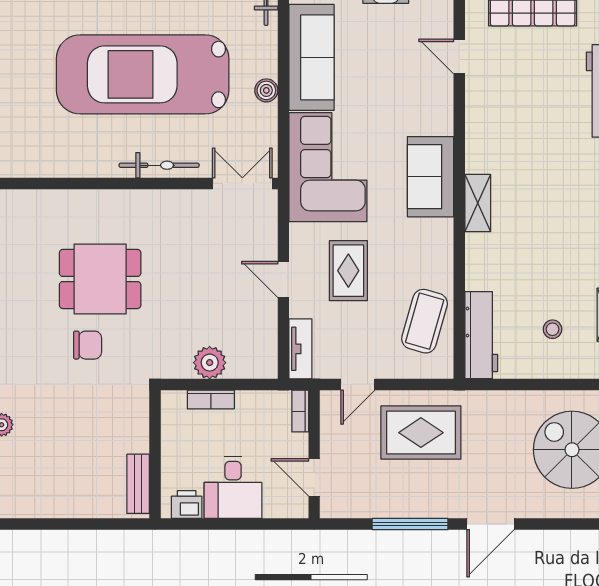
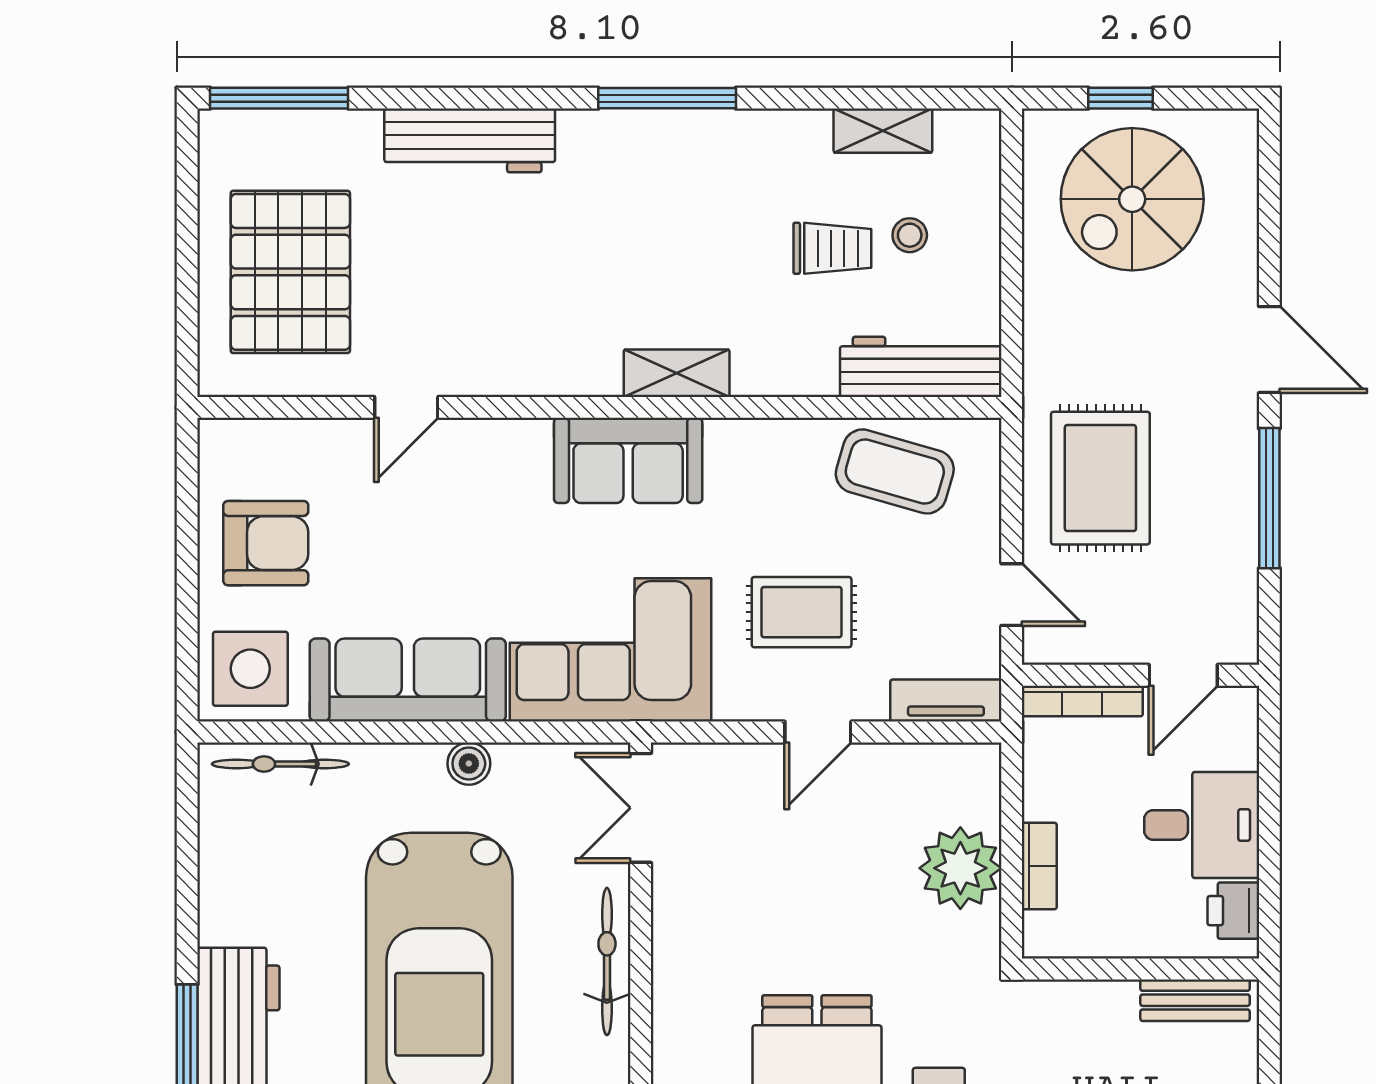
trolley: (545, 287) -> (832, 248), added
plant: (210, 363) -> (960, 868), width x1.36, depth x1.36
bookcase: (300, 411) -> (1082, 701), width x1.56

